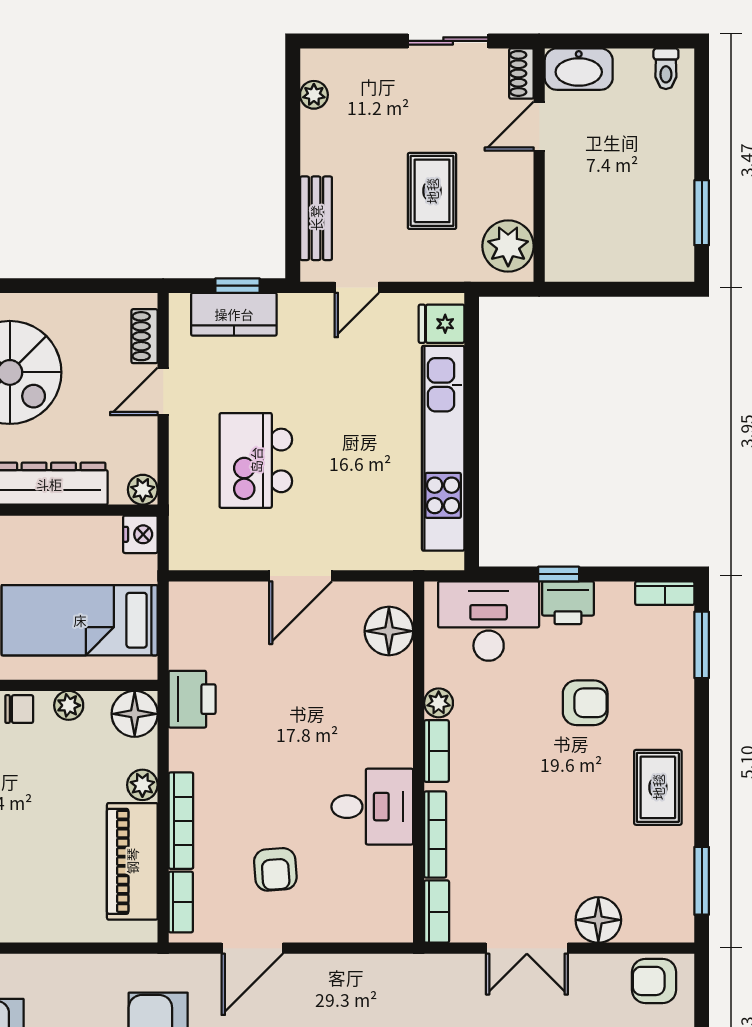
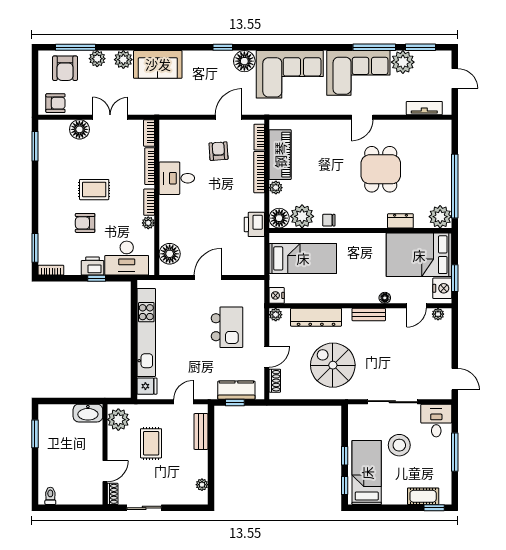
washbasin: (579, 69) -> (88, 413), moved, turned 180
plant: (69, 705) -> (302, 216), width x1.87, depth x1.87
rug: (658, 787) -> (94, 190), moved, turned 90

